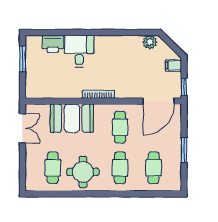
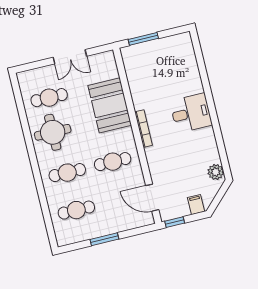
printer: (53, 44) -> (188, 64), removed
desk: (79, 51) -> (191, 113), moved
window: (22, 59) -> (143, 39), moved
door: (159, 101) -> (152, 198), width x0.73
double door: (22, 128) -> (70, 57), moved

